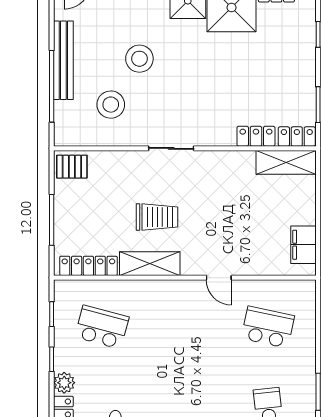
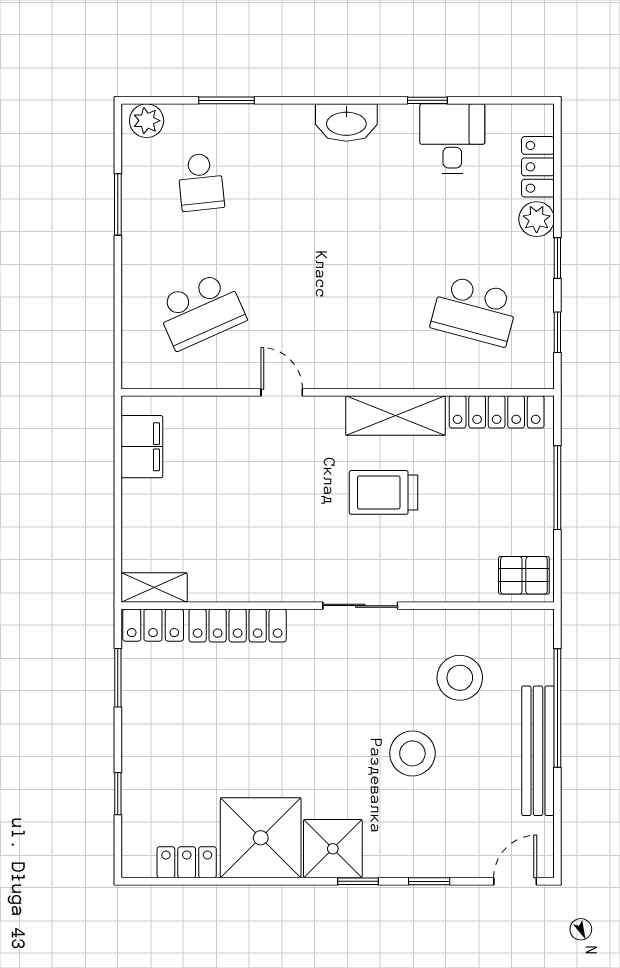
locker: (256, 136) -> (238, 626), width x1.53
shelving: (286, 162) -> (154, 588), width x0.67, depth x0.75
school desk: (268, 327) -> (201, 311), turned -36

